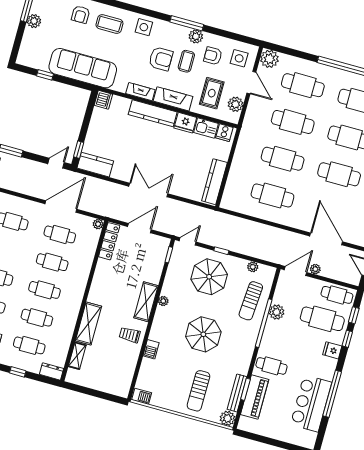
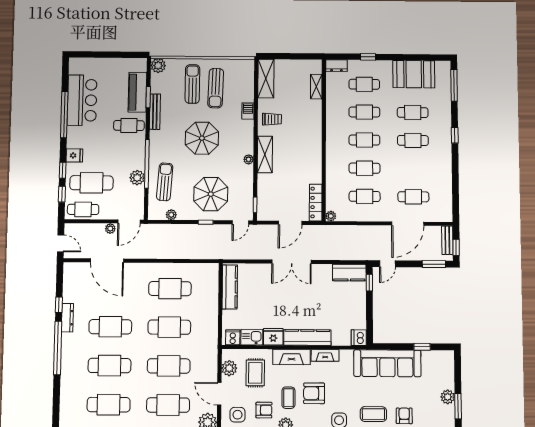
door: (61, 206) -> (408, 224), moved
shelving: (88, 324) -> (266, 79), moved
sun lounger: (177, 381) -> (216, 88), added
bench: (237, 393) -> (155, 112), moved
barbecue: (142, 396) -> (245, 65), removed

